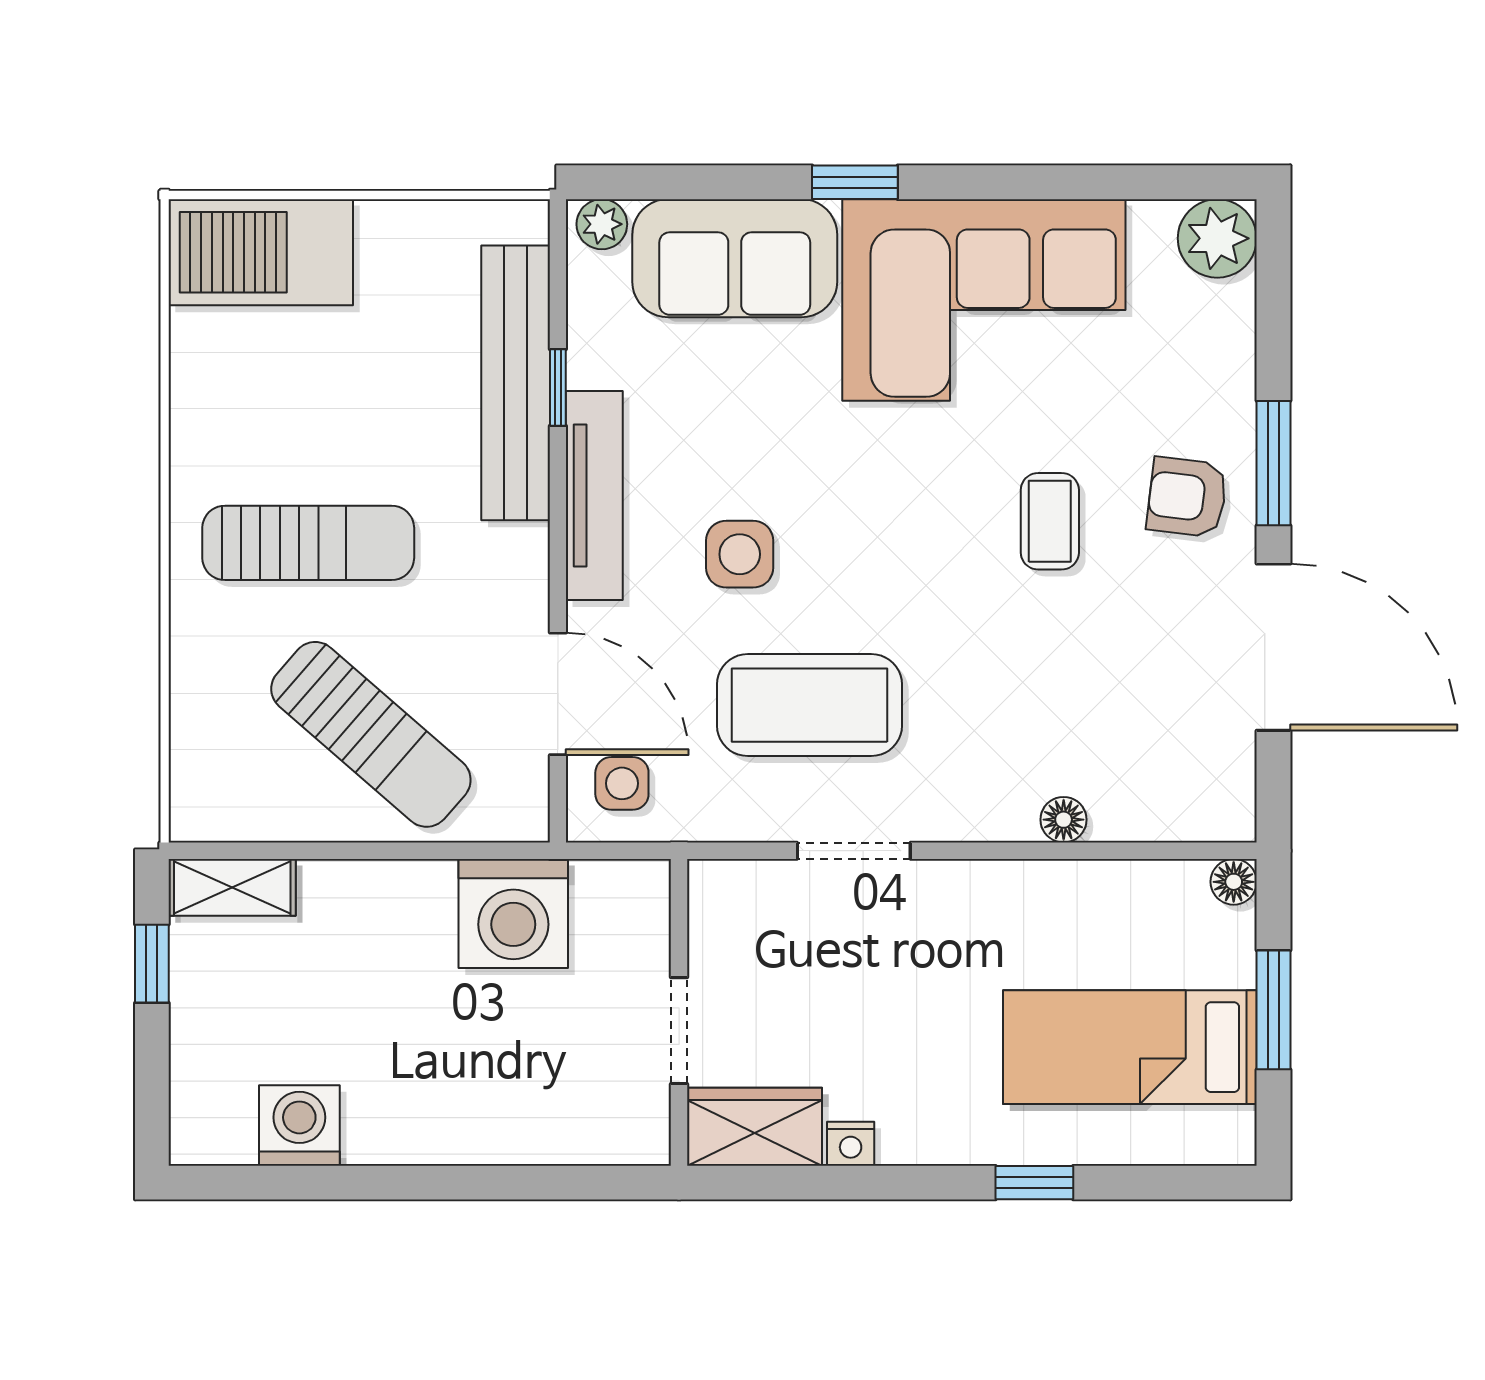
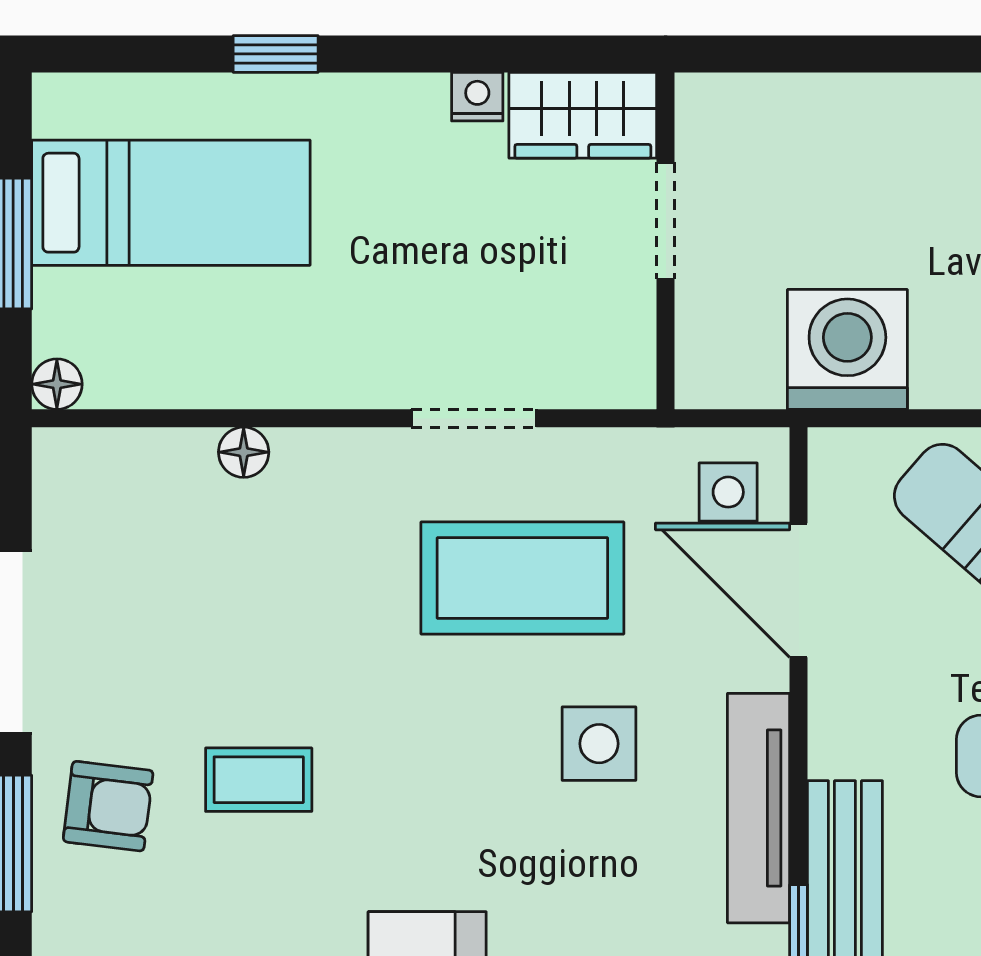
coffee table: (1050, 521) -> (259, 780), turned 90

